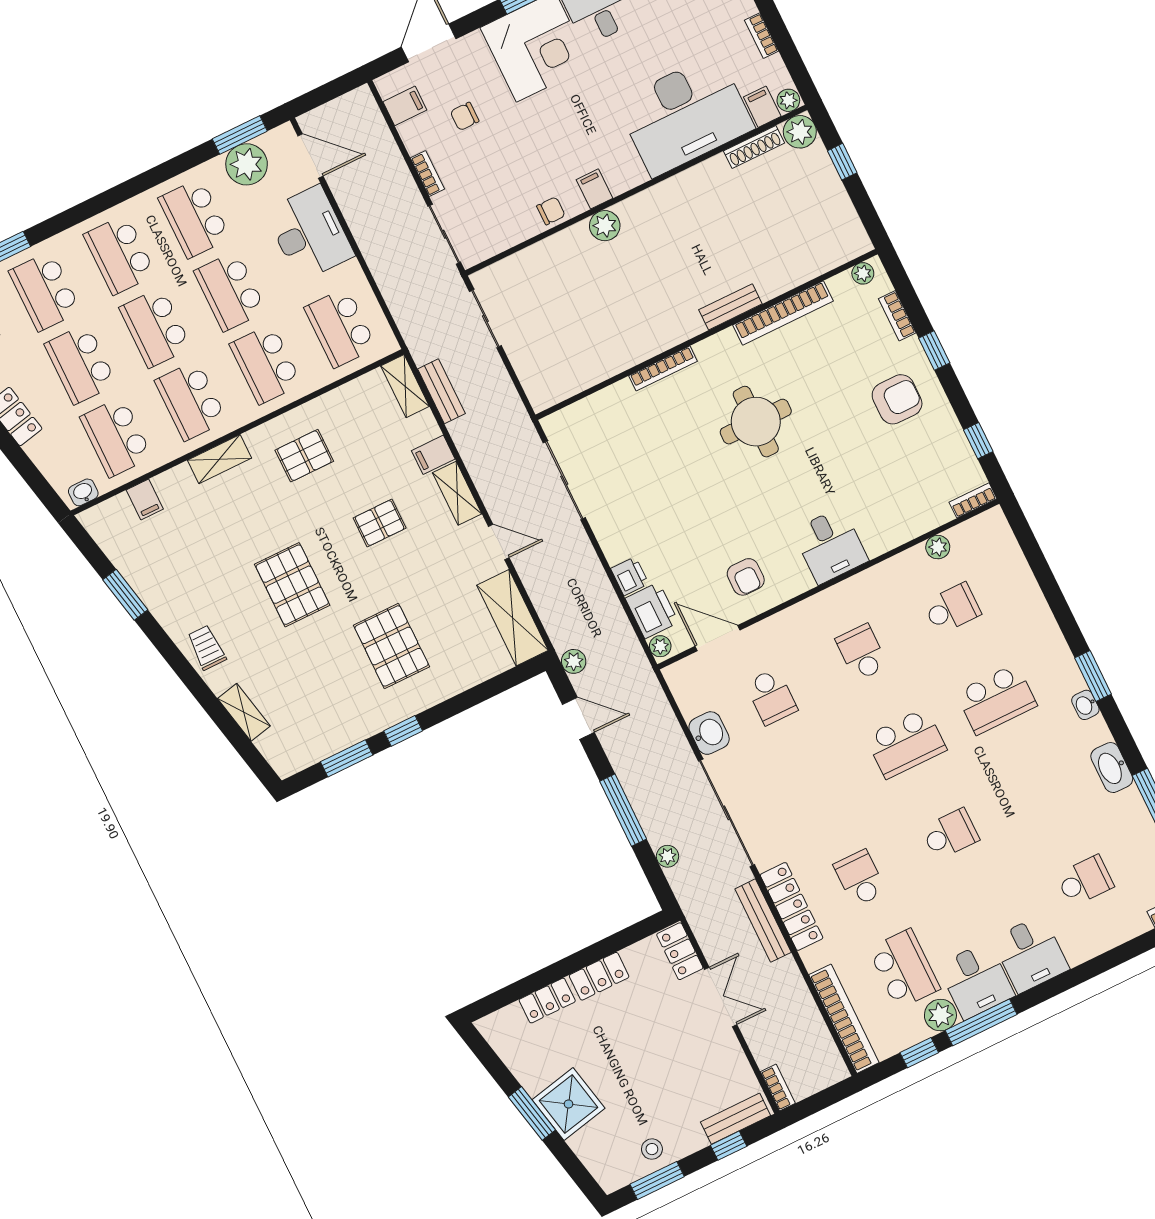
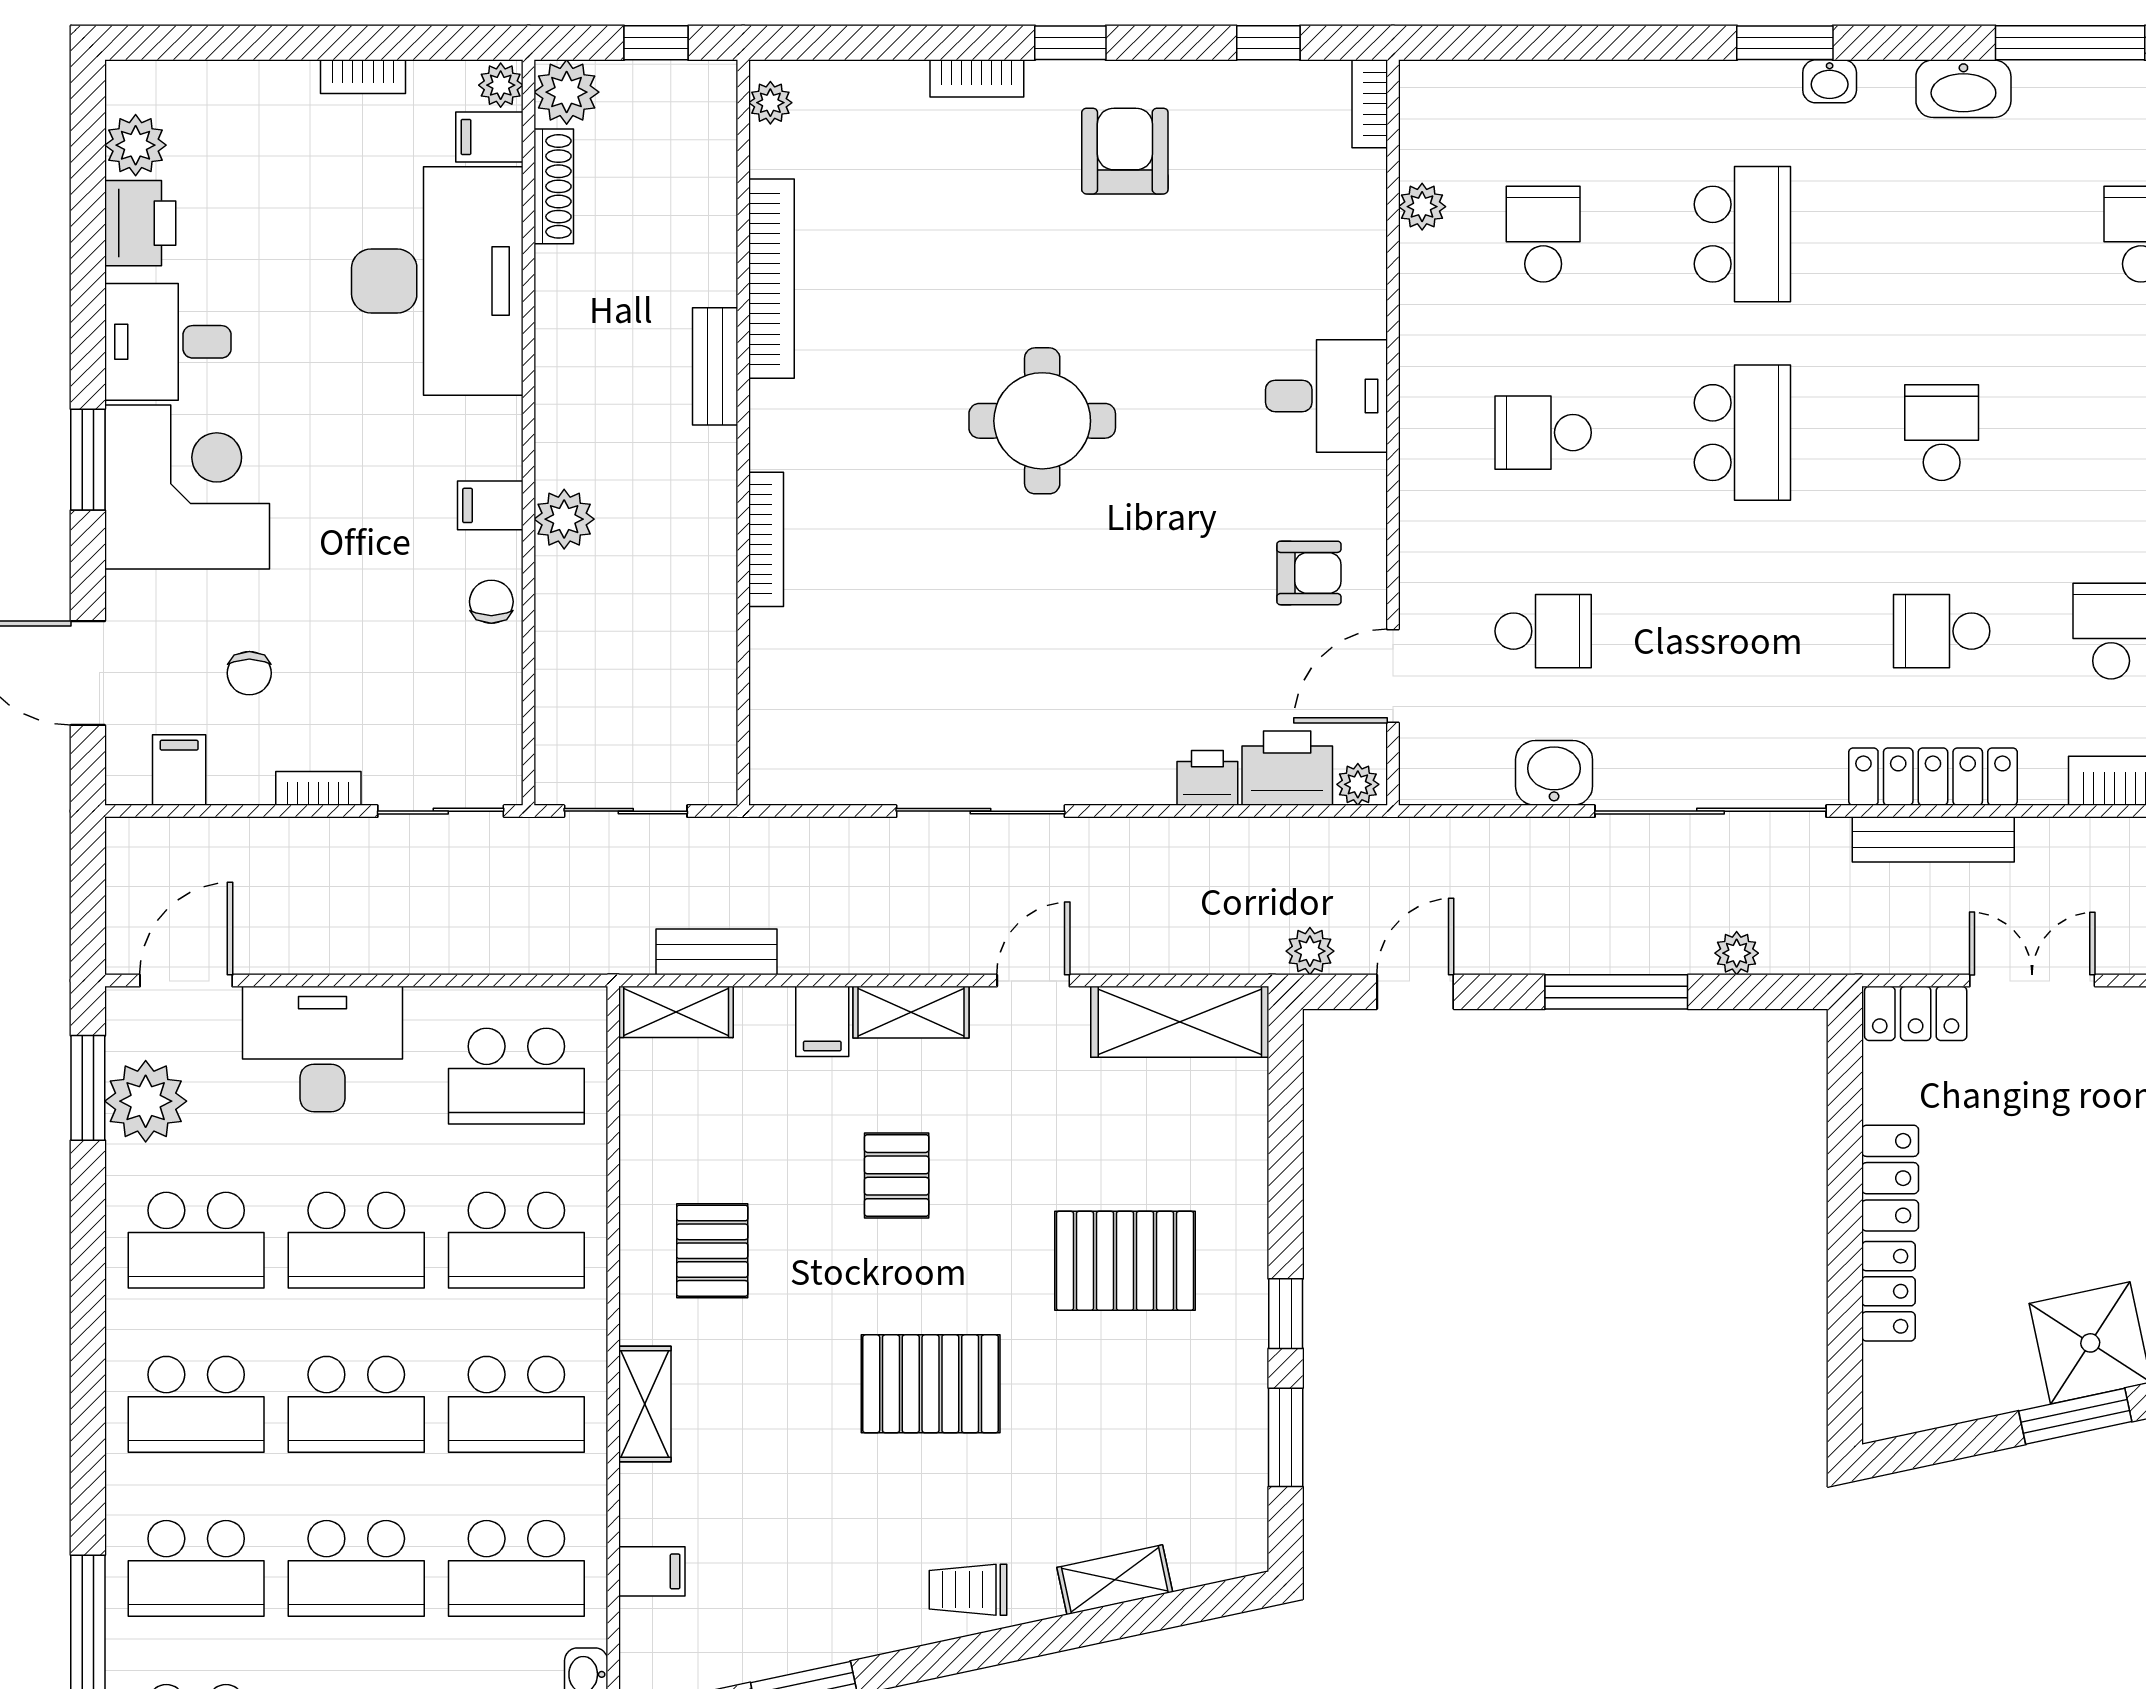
plant: (863, 273) -> (770, 103), moved
bench: (730, 307) -> (715, 366), moved
bookcase: (783, 313) -> (772, 279), moved
wall: (707, 334) -> (743, 433), moved
bookcase: (663, 368) -> (766, 539), moved

